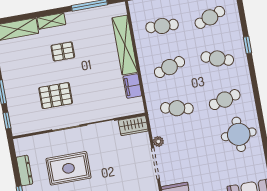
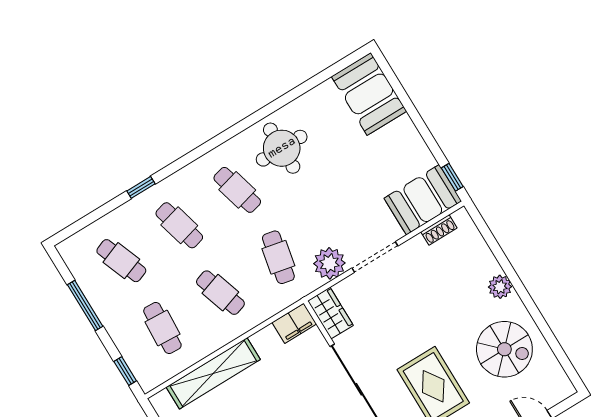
cafe table: (217, 58) -> (179, 225), turned -33
filing cabinet: (132, 86) -> (294, 323), moved
plant: (158, 141) -> (329, 263), width x1.88, depth x1.88

